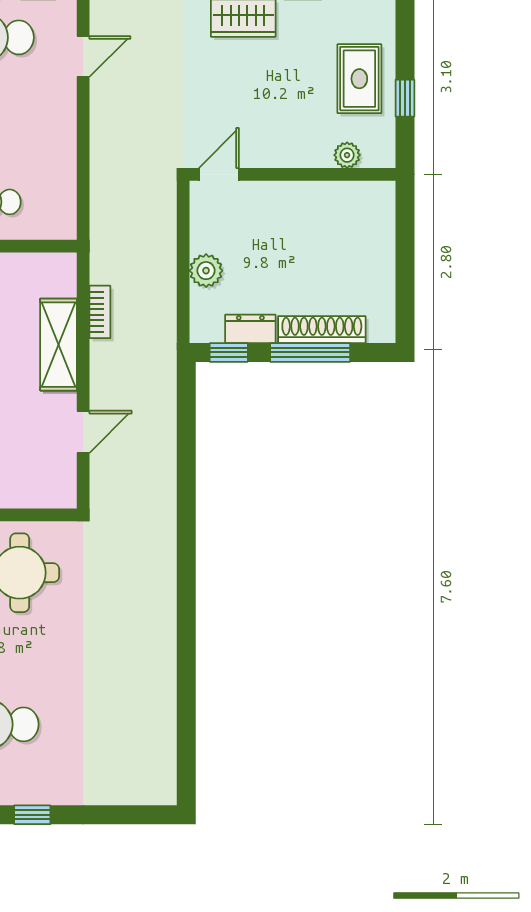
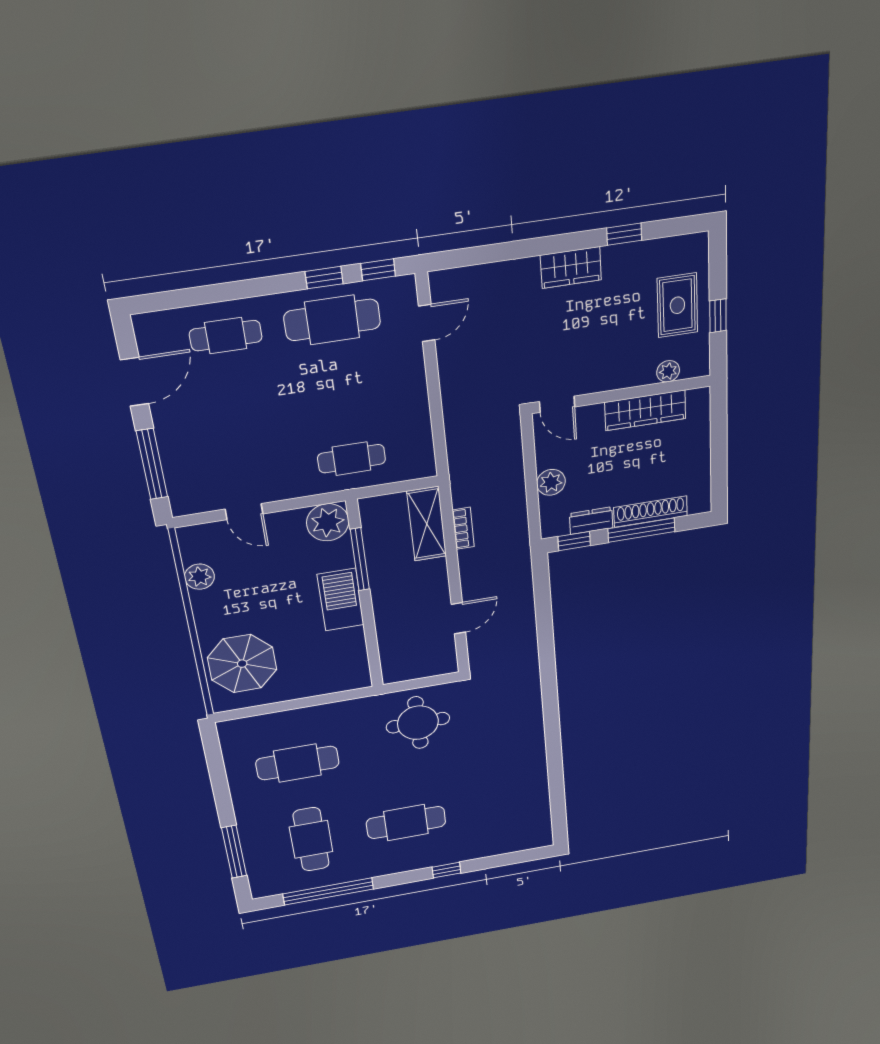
door: (219, 174) -> (557, 404), swing flipped
wardrobe: (319, 199) -> (645, 410), added
shelving: (59, 345) -> (427, 524), moved

